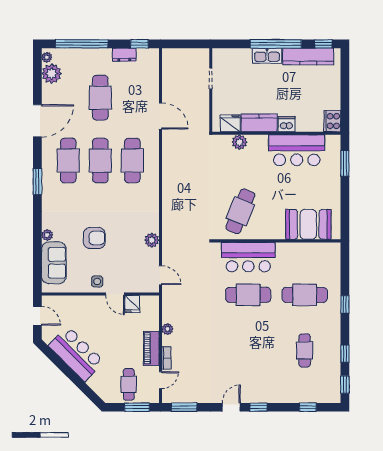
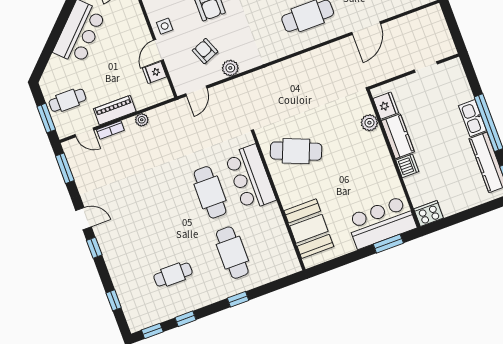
bar counter: (297, 150) -> (381, 222), moved, turned 90
armchair: (130, 256) -> (205, 51), added

